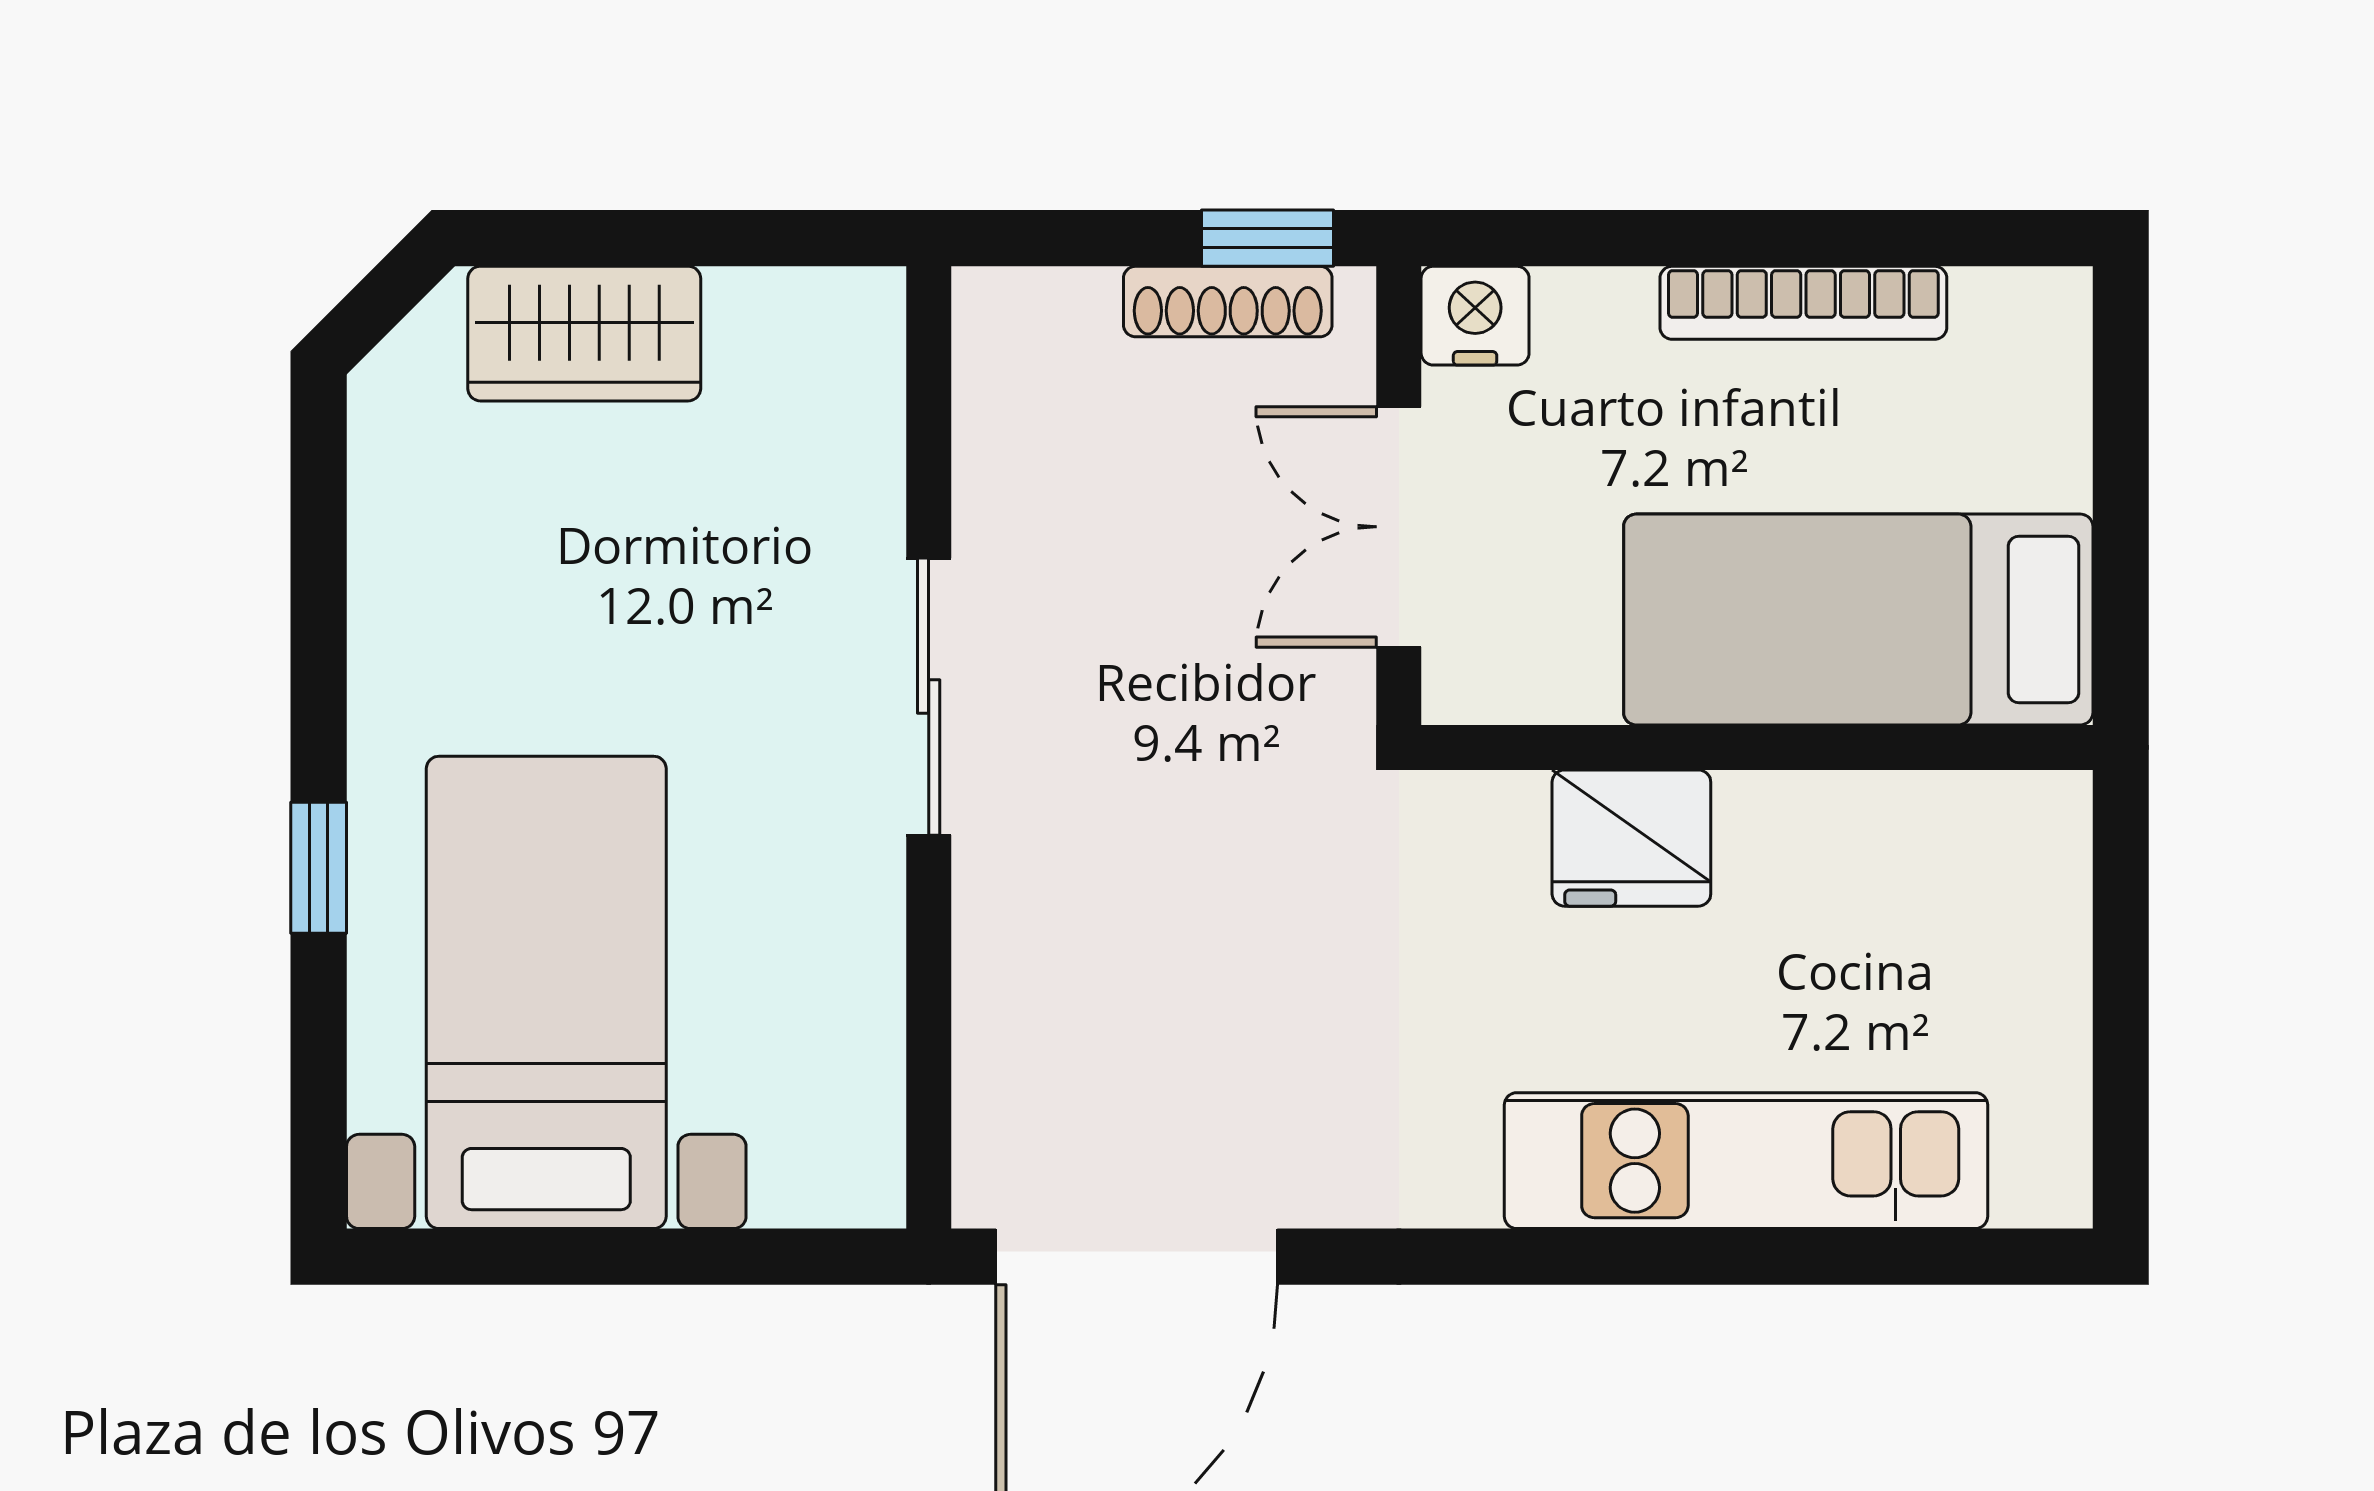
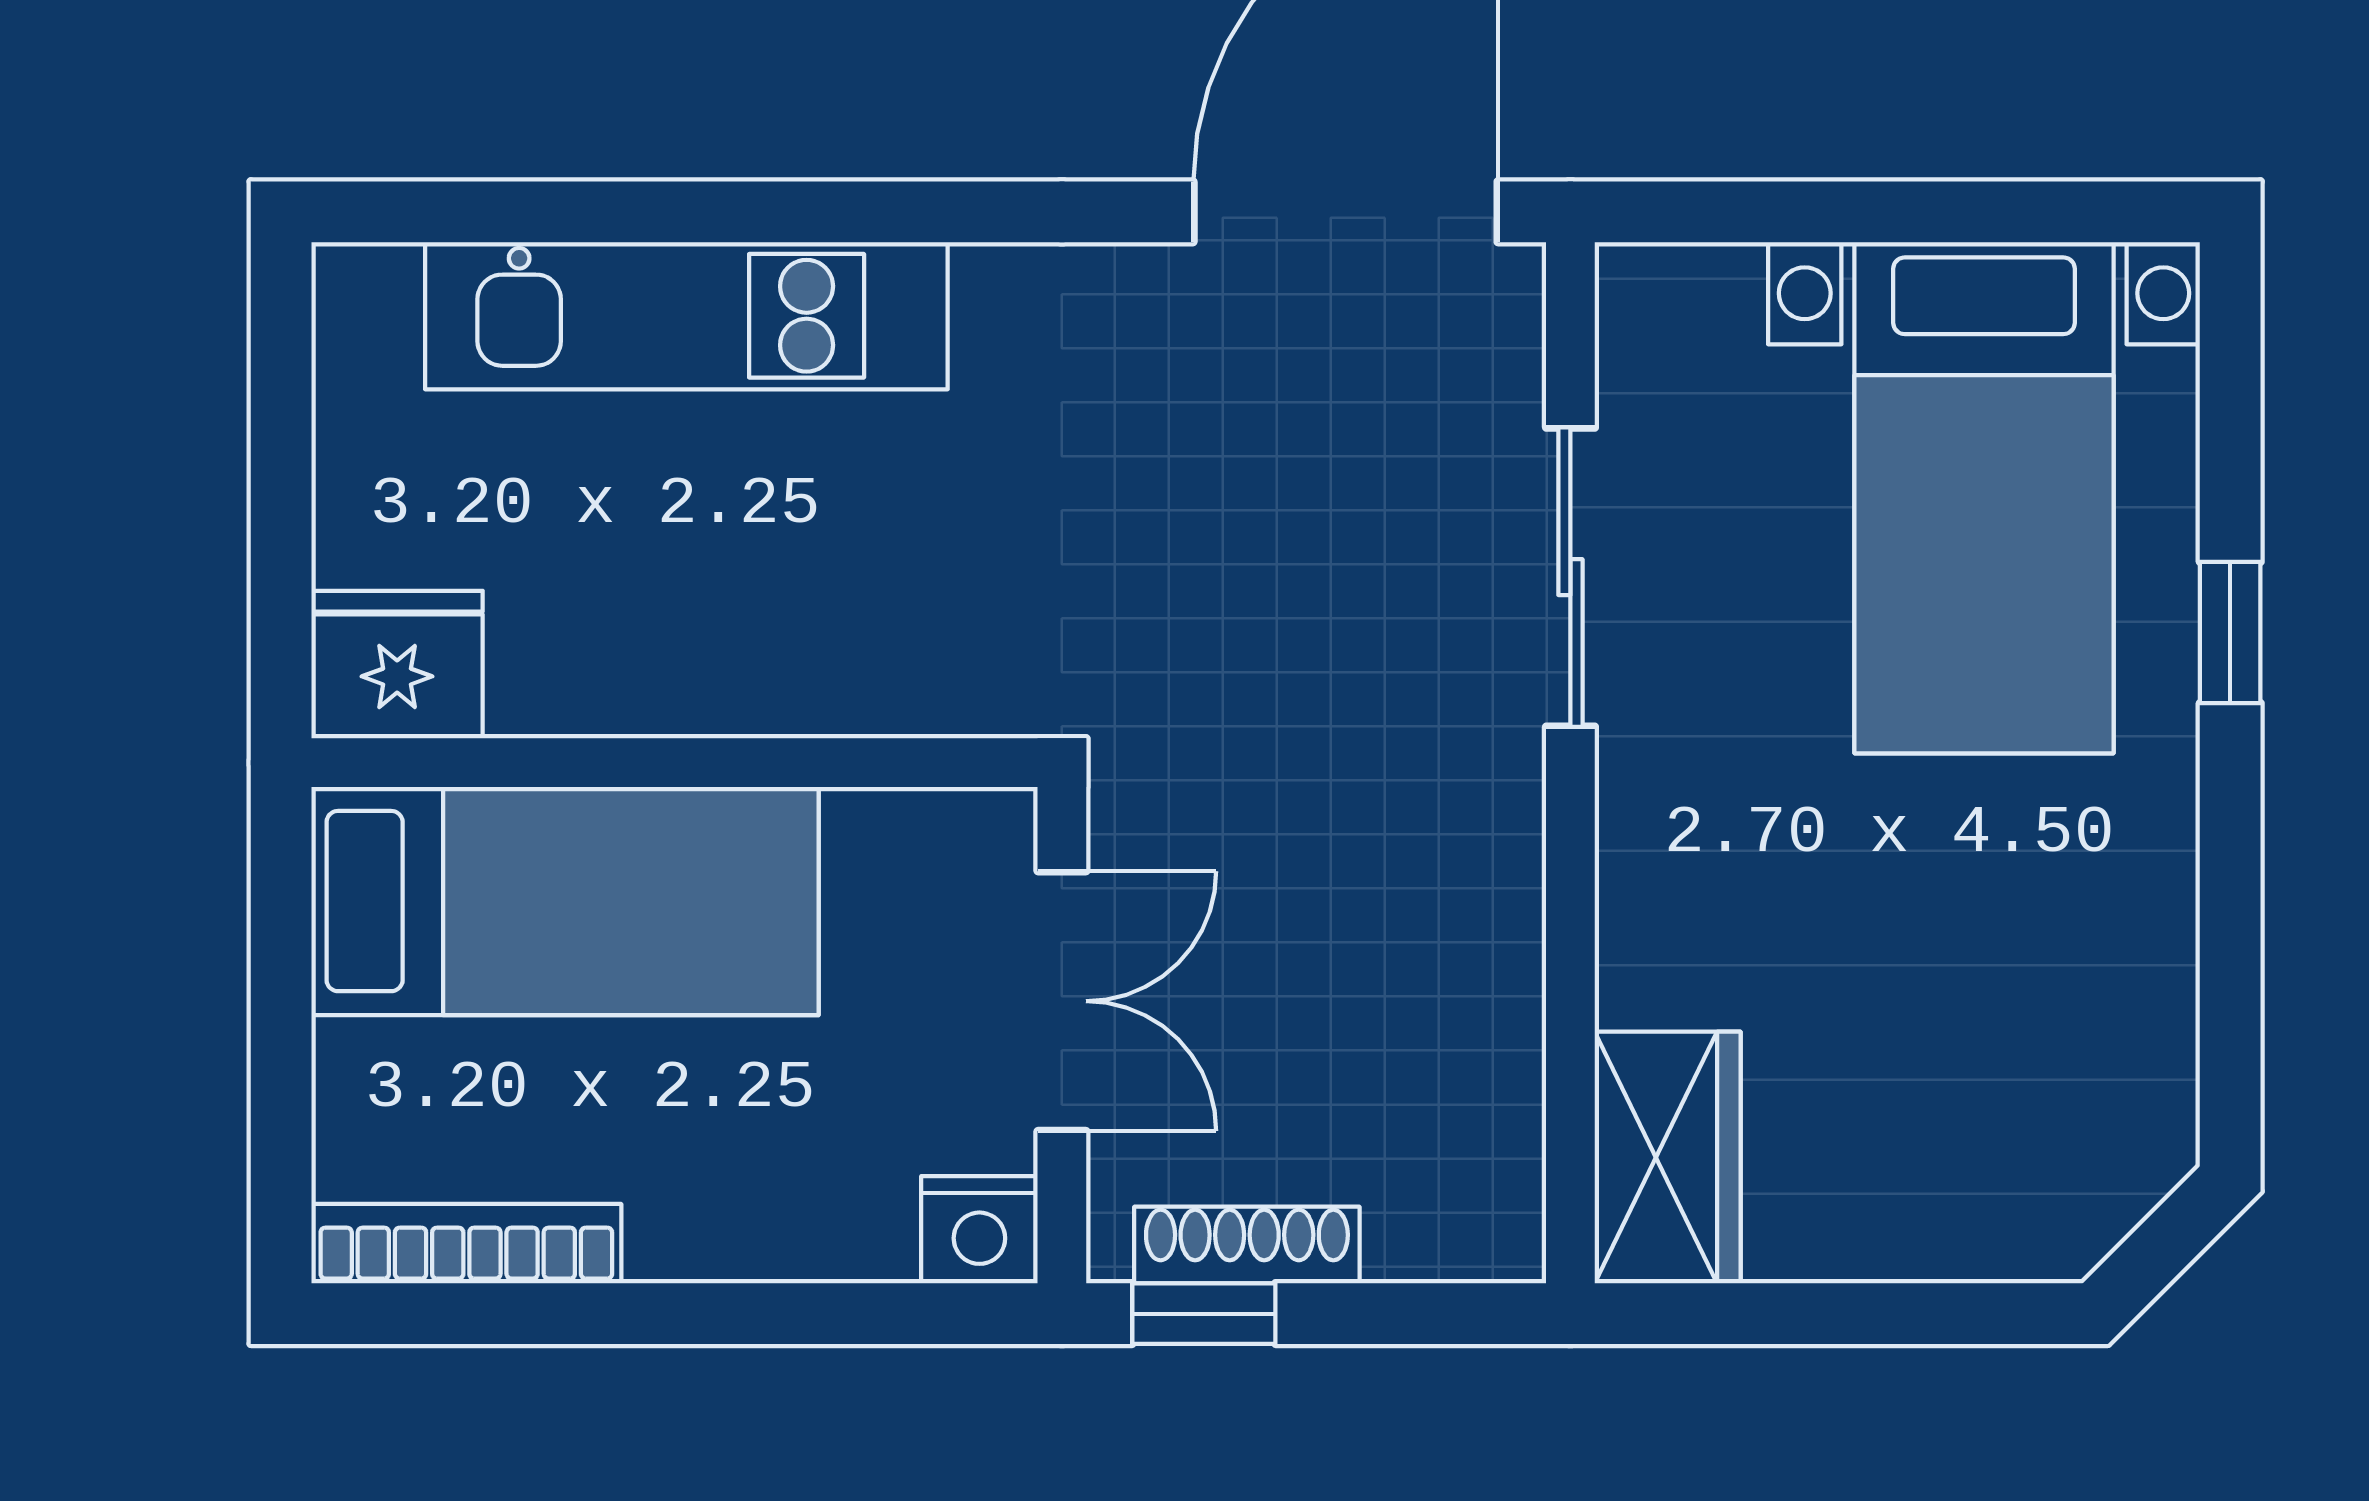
bookcase: (1803, 303) -> (466, 1244), moved
wardrobe: (584, 334) -> (1668, 1157), moved, turned 90
sliding door: (929, 697) -> (1570, 577), moved
fridge: (1631, 838) -> (397, 665), moved

